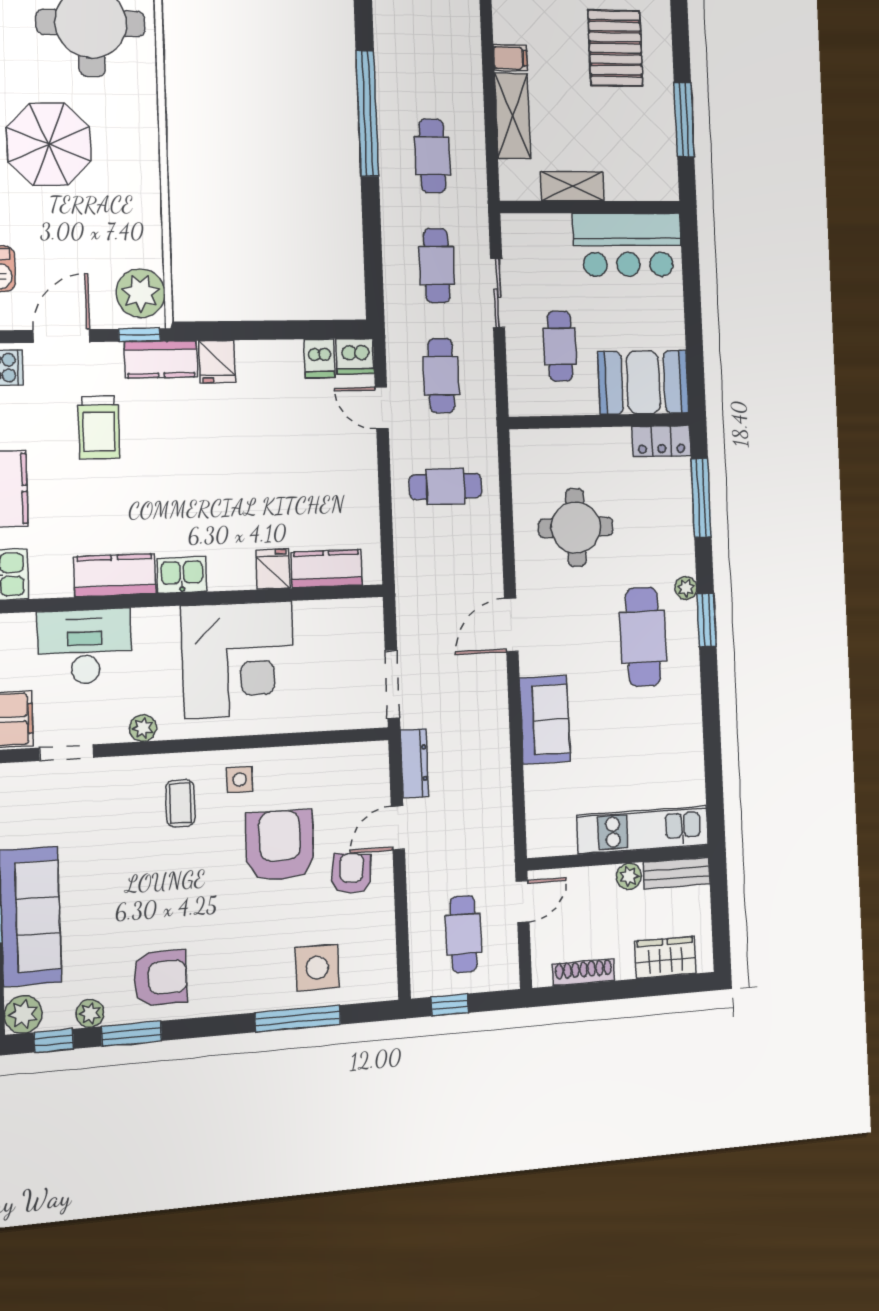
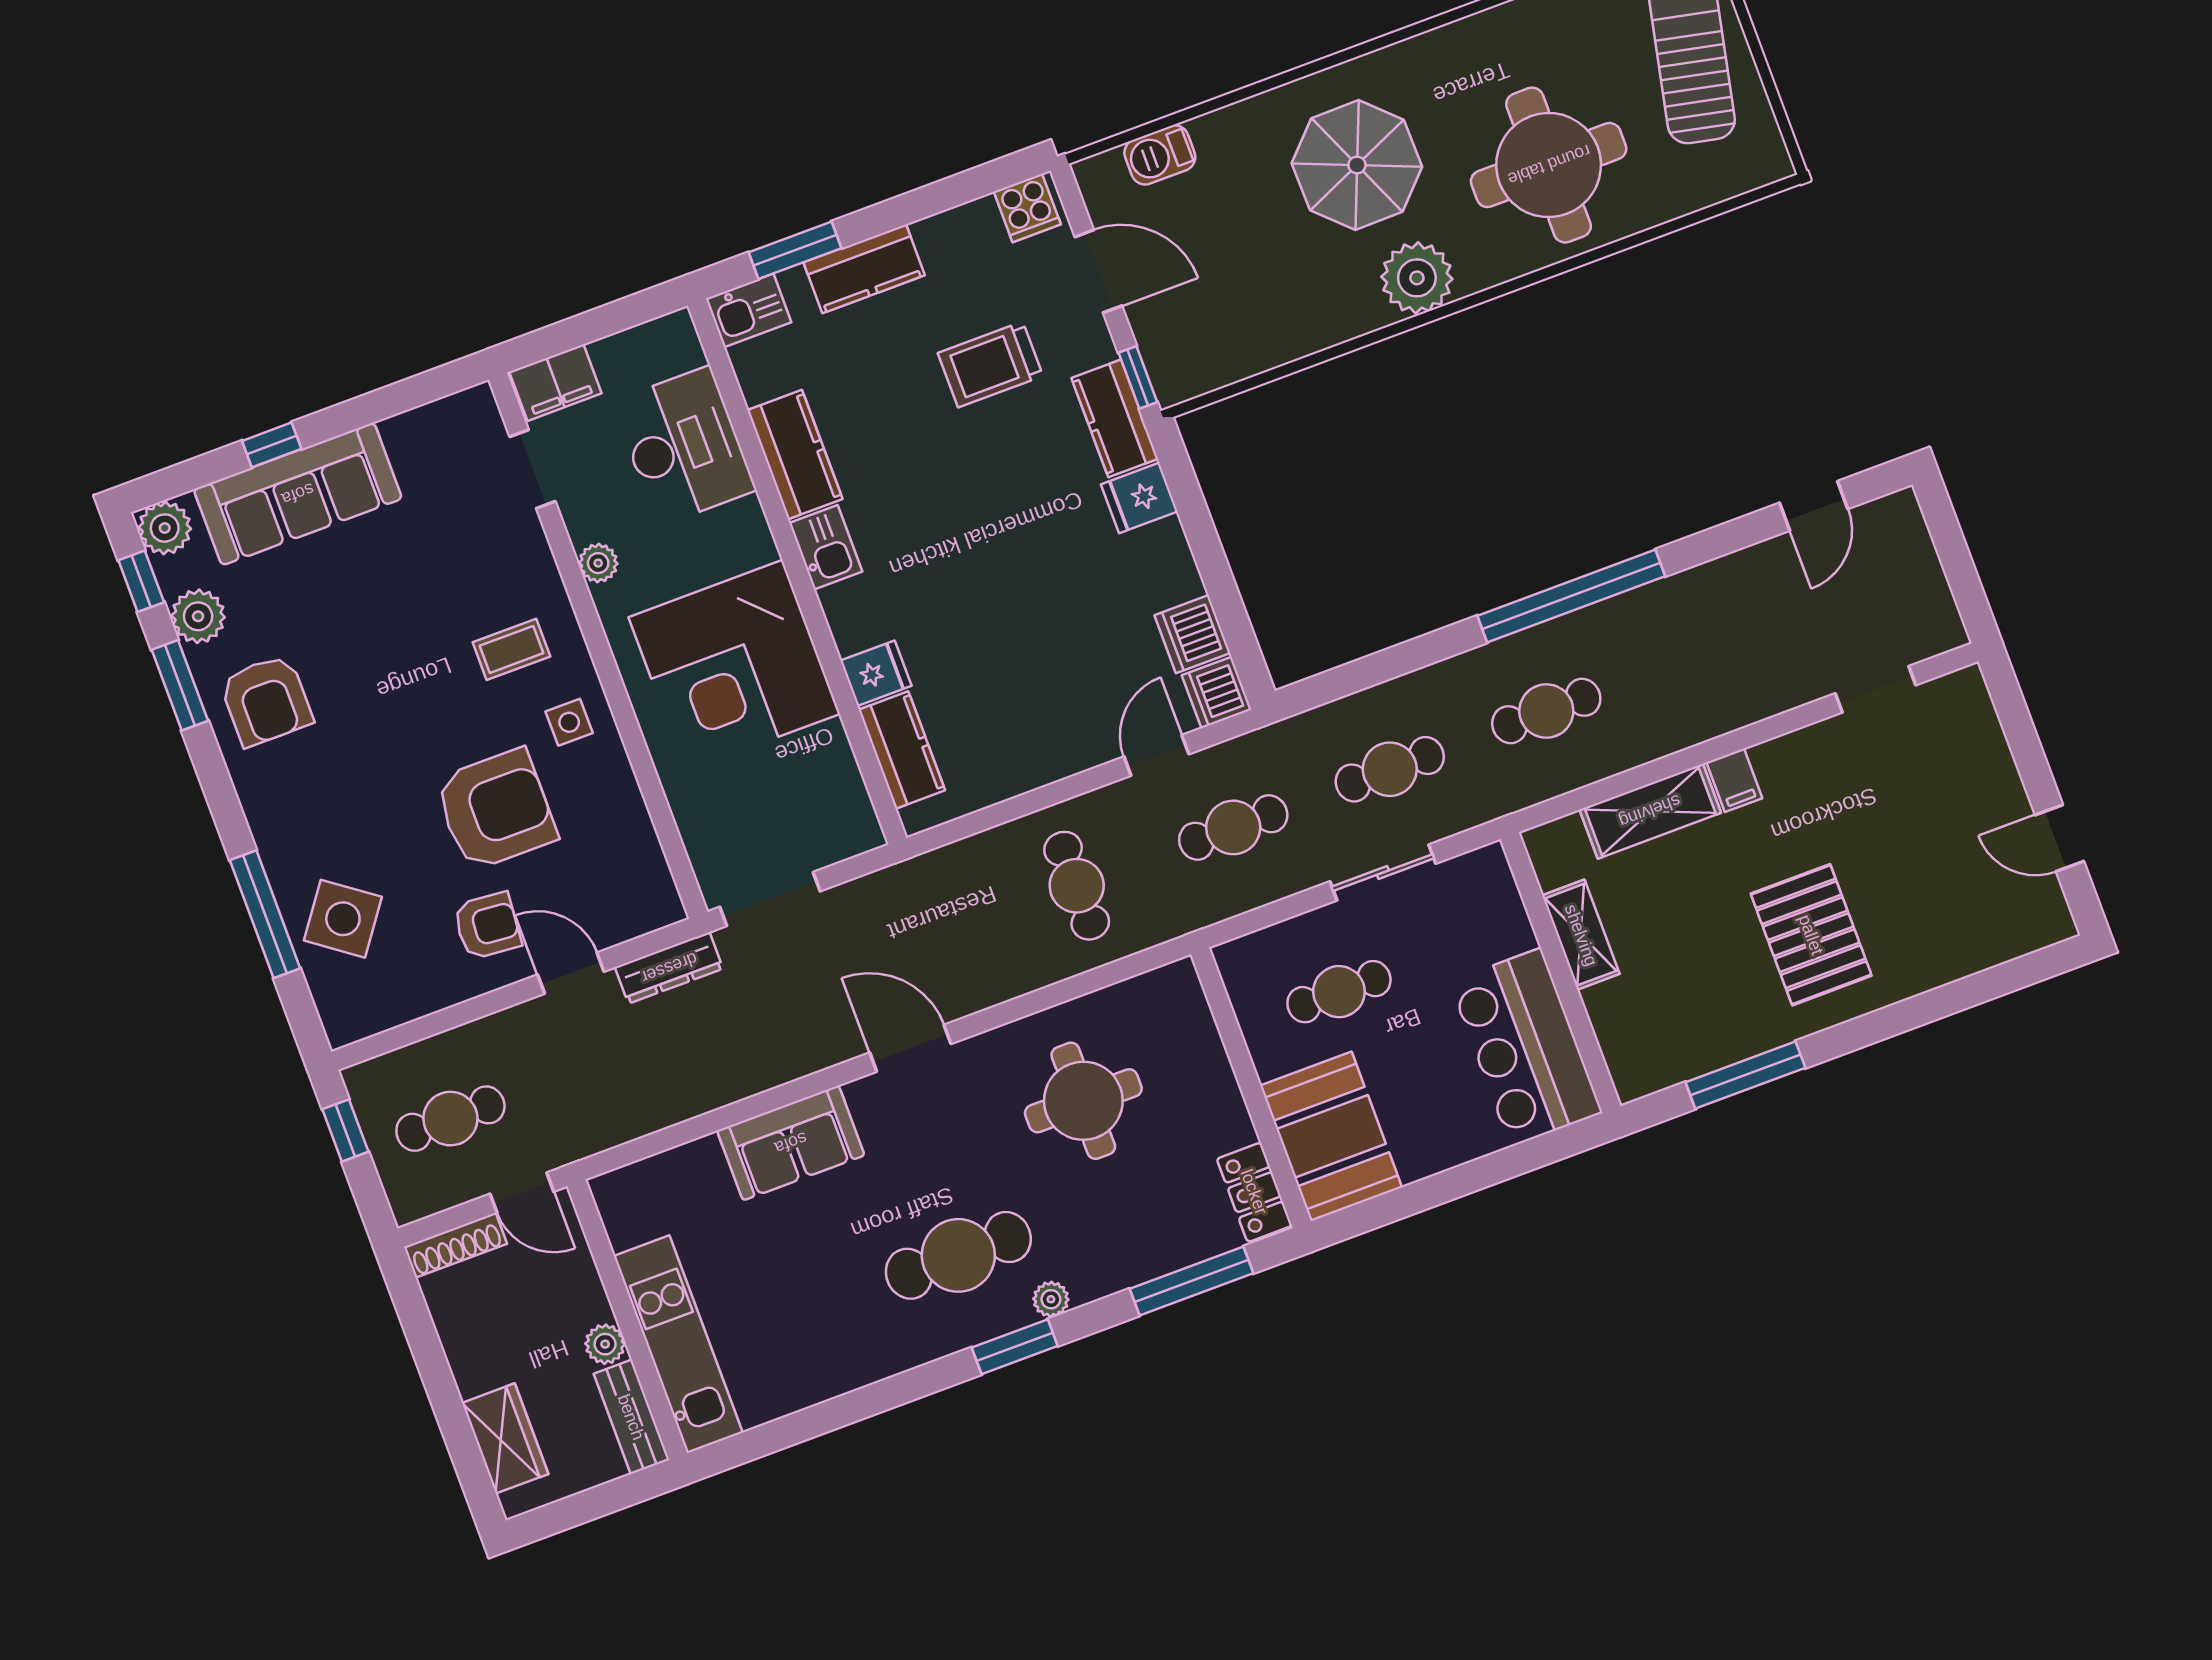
pallet: (615, 48) -> (1811, 935), turned 90
plant: (141, 293) -> (1417, 278), moved
dishwasher: (319, 358) -> (1192, 634), width x1.38
side table: (317, 967) -> (343, 919), turned 36
shoe rack: (584, 972) -> (455, 1245), moved, turned 90
plant: (90, 1013) -> (198, 616), width x1.38, depth x1.38

